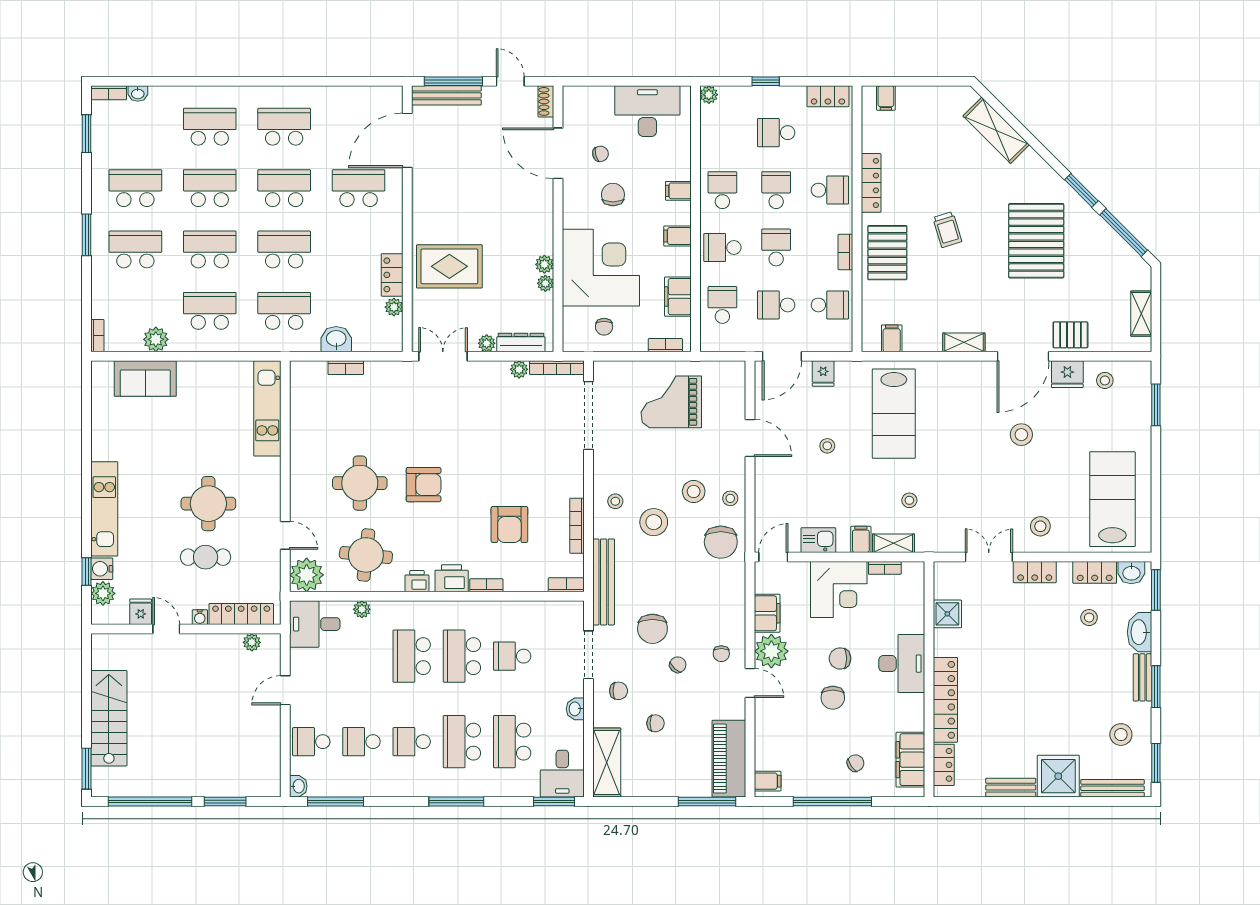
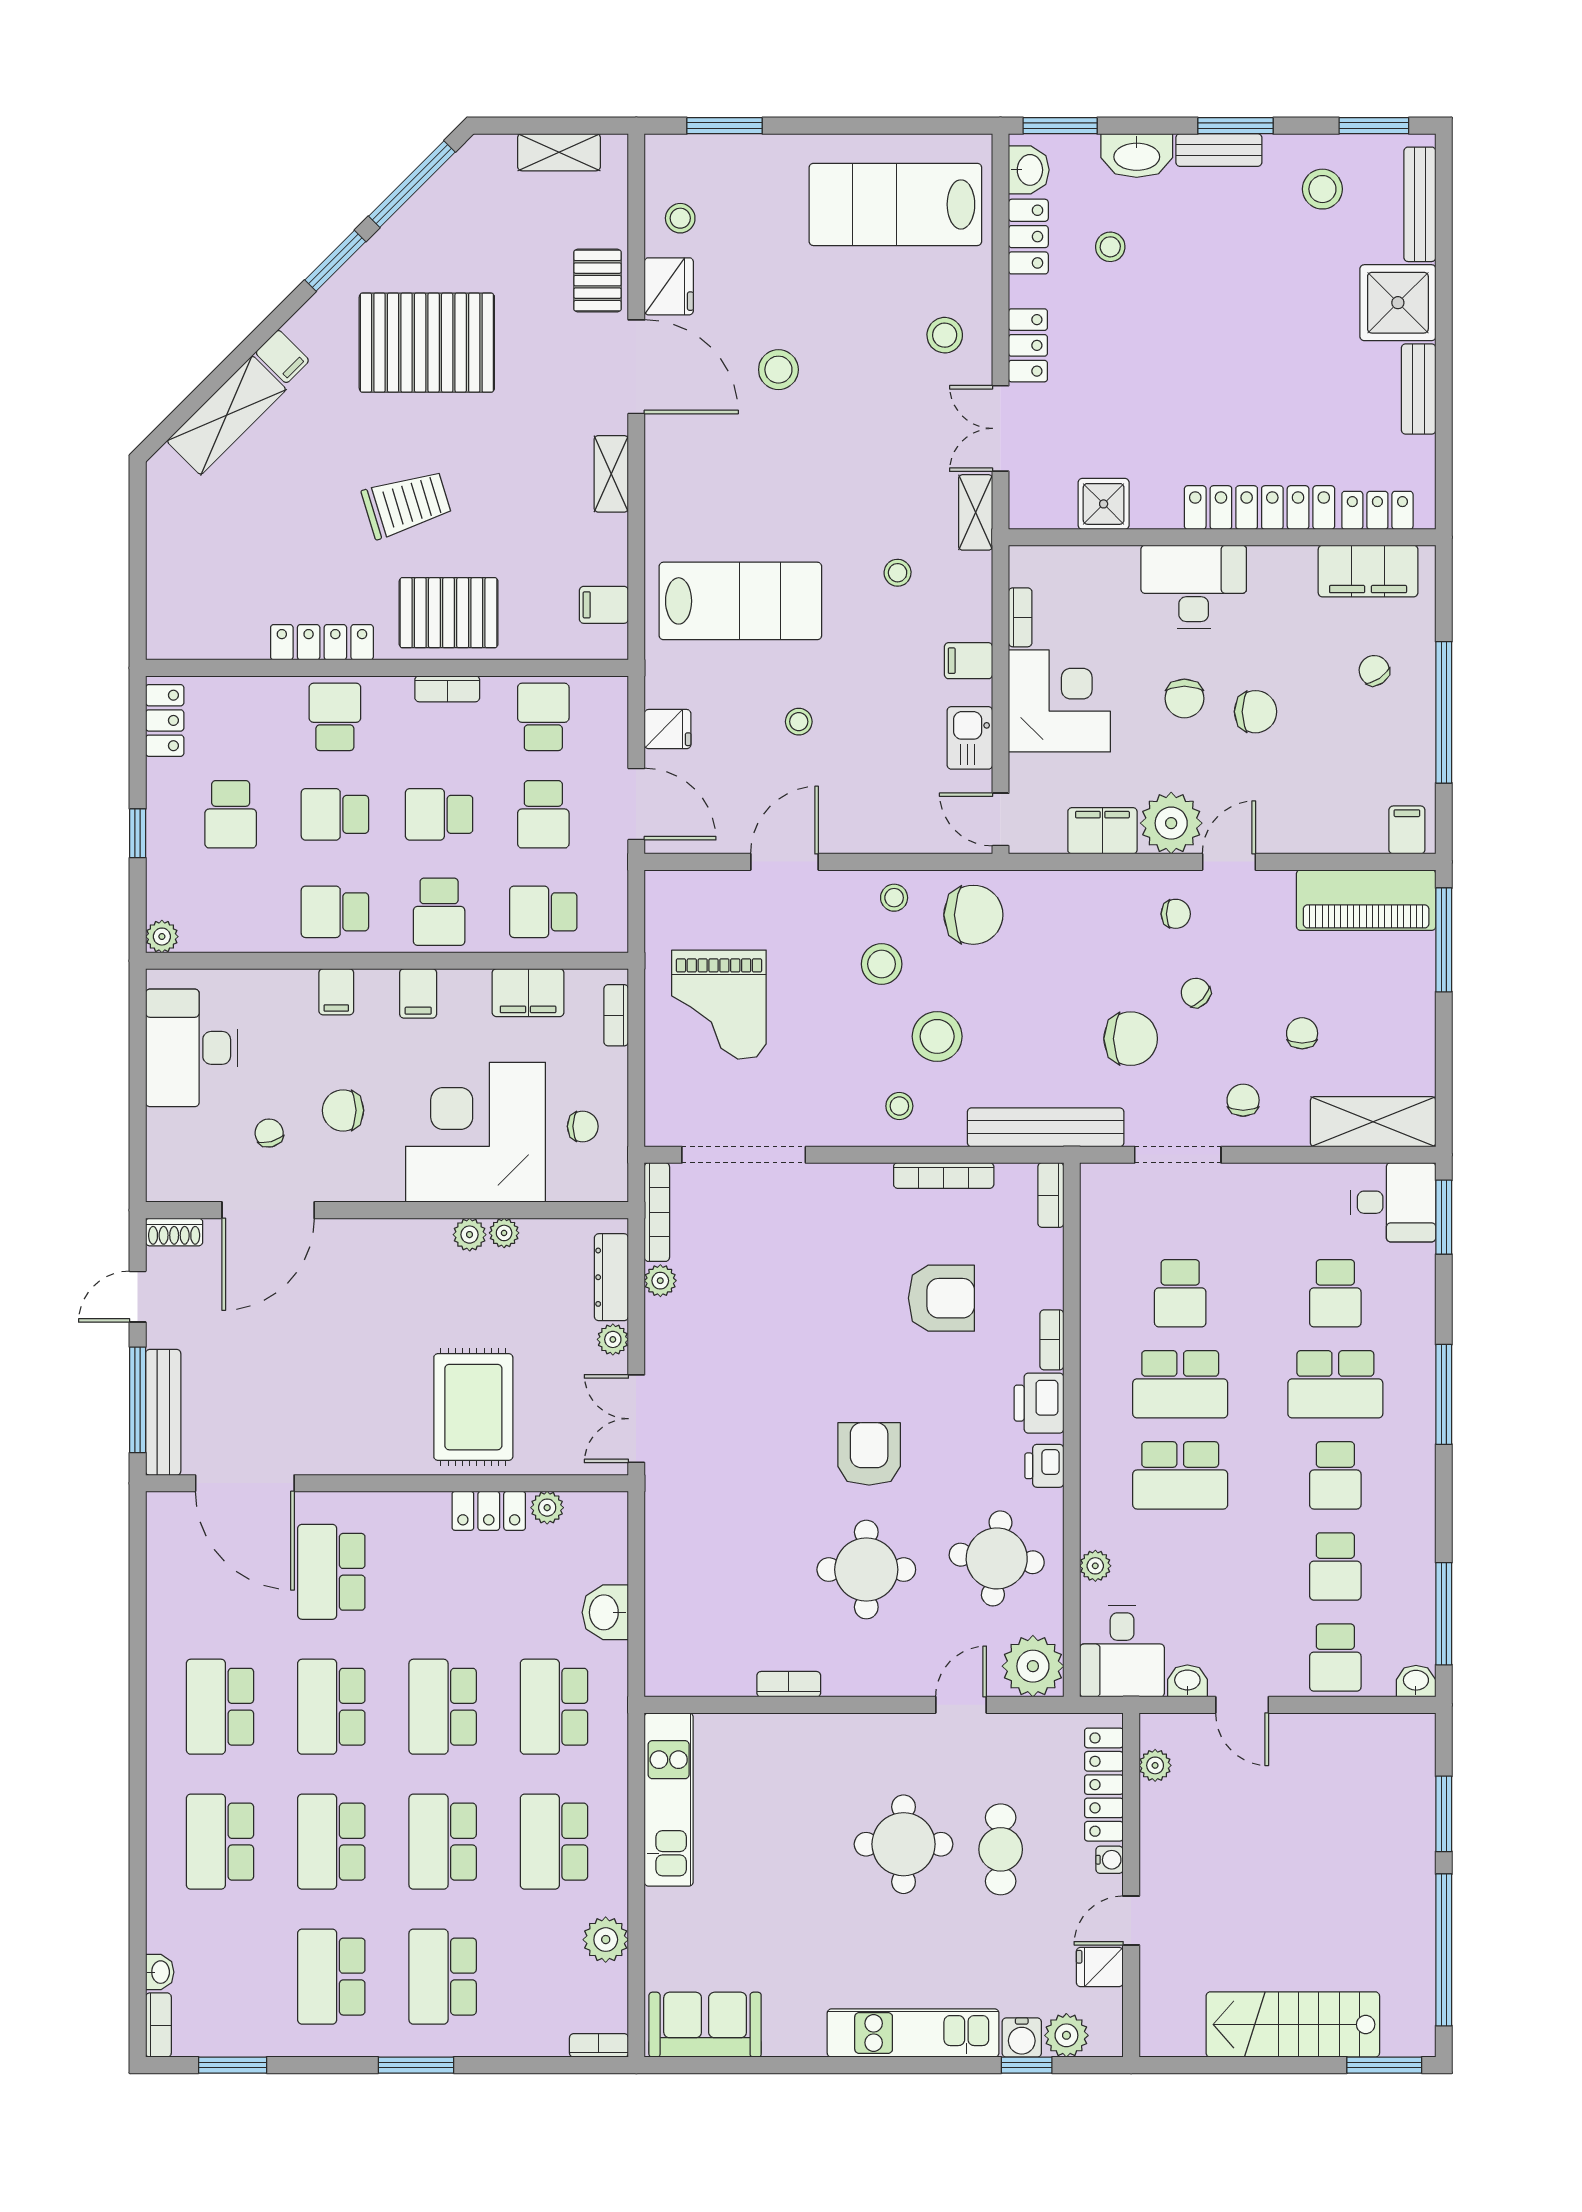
filing cabinet: (886, 98) -> (282, 357), moved, turned 45
trolley: (947, 230) -> (407, 504), width x1.36, depth x1.39
bookcase: (346, 368) -> (789, 1684), moved, turned -90
sofa: (145, 379) -> (705, 2025), moved, turned -90
kitchen unit: (267, 408) -> (669, 1800), moved, turned -90
shelving: (893, 543) -> (976, 512), moved
washbasin: (575, 709) -> (1187, 1681), moved, turned 180
school desk: (512, 742) -> (1335, 1293), width x0.54

